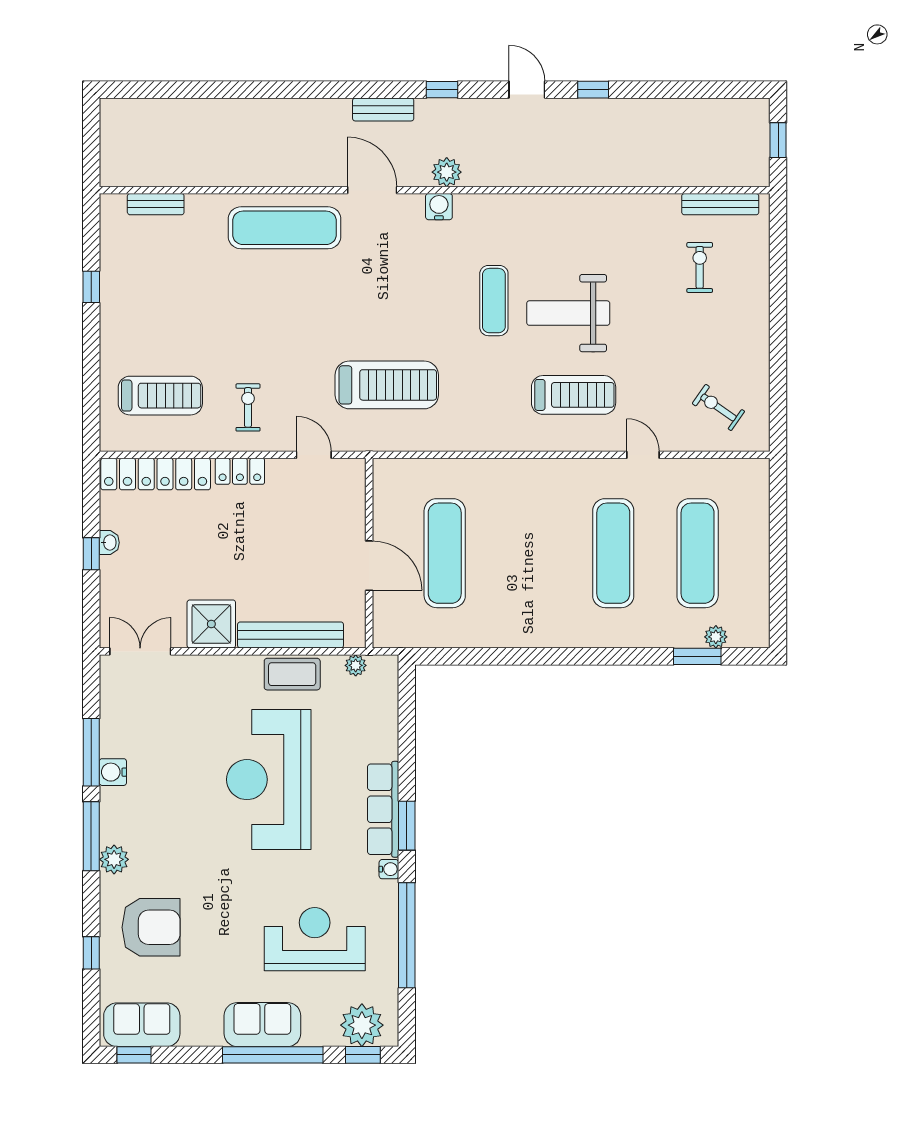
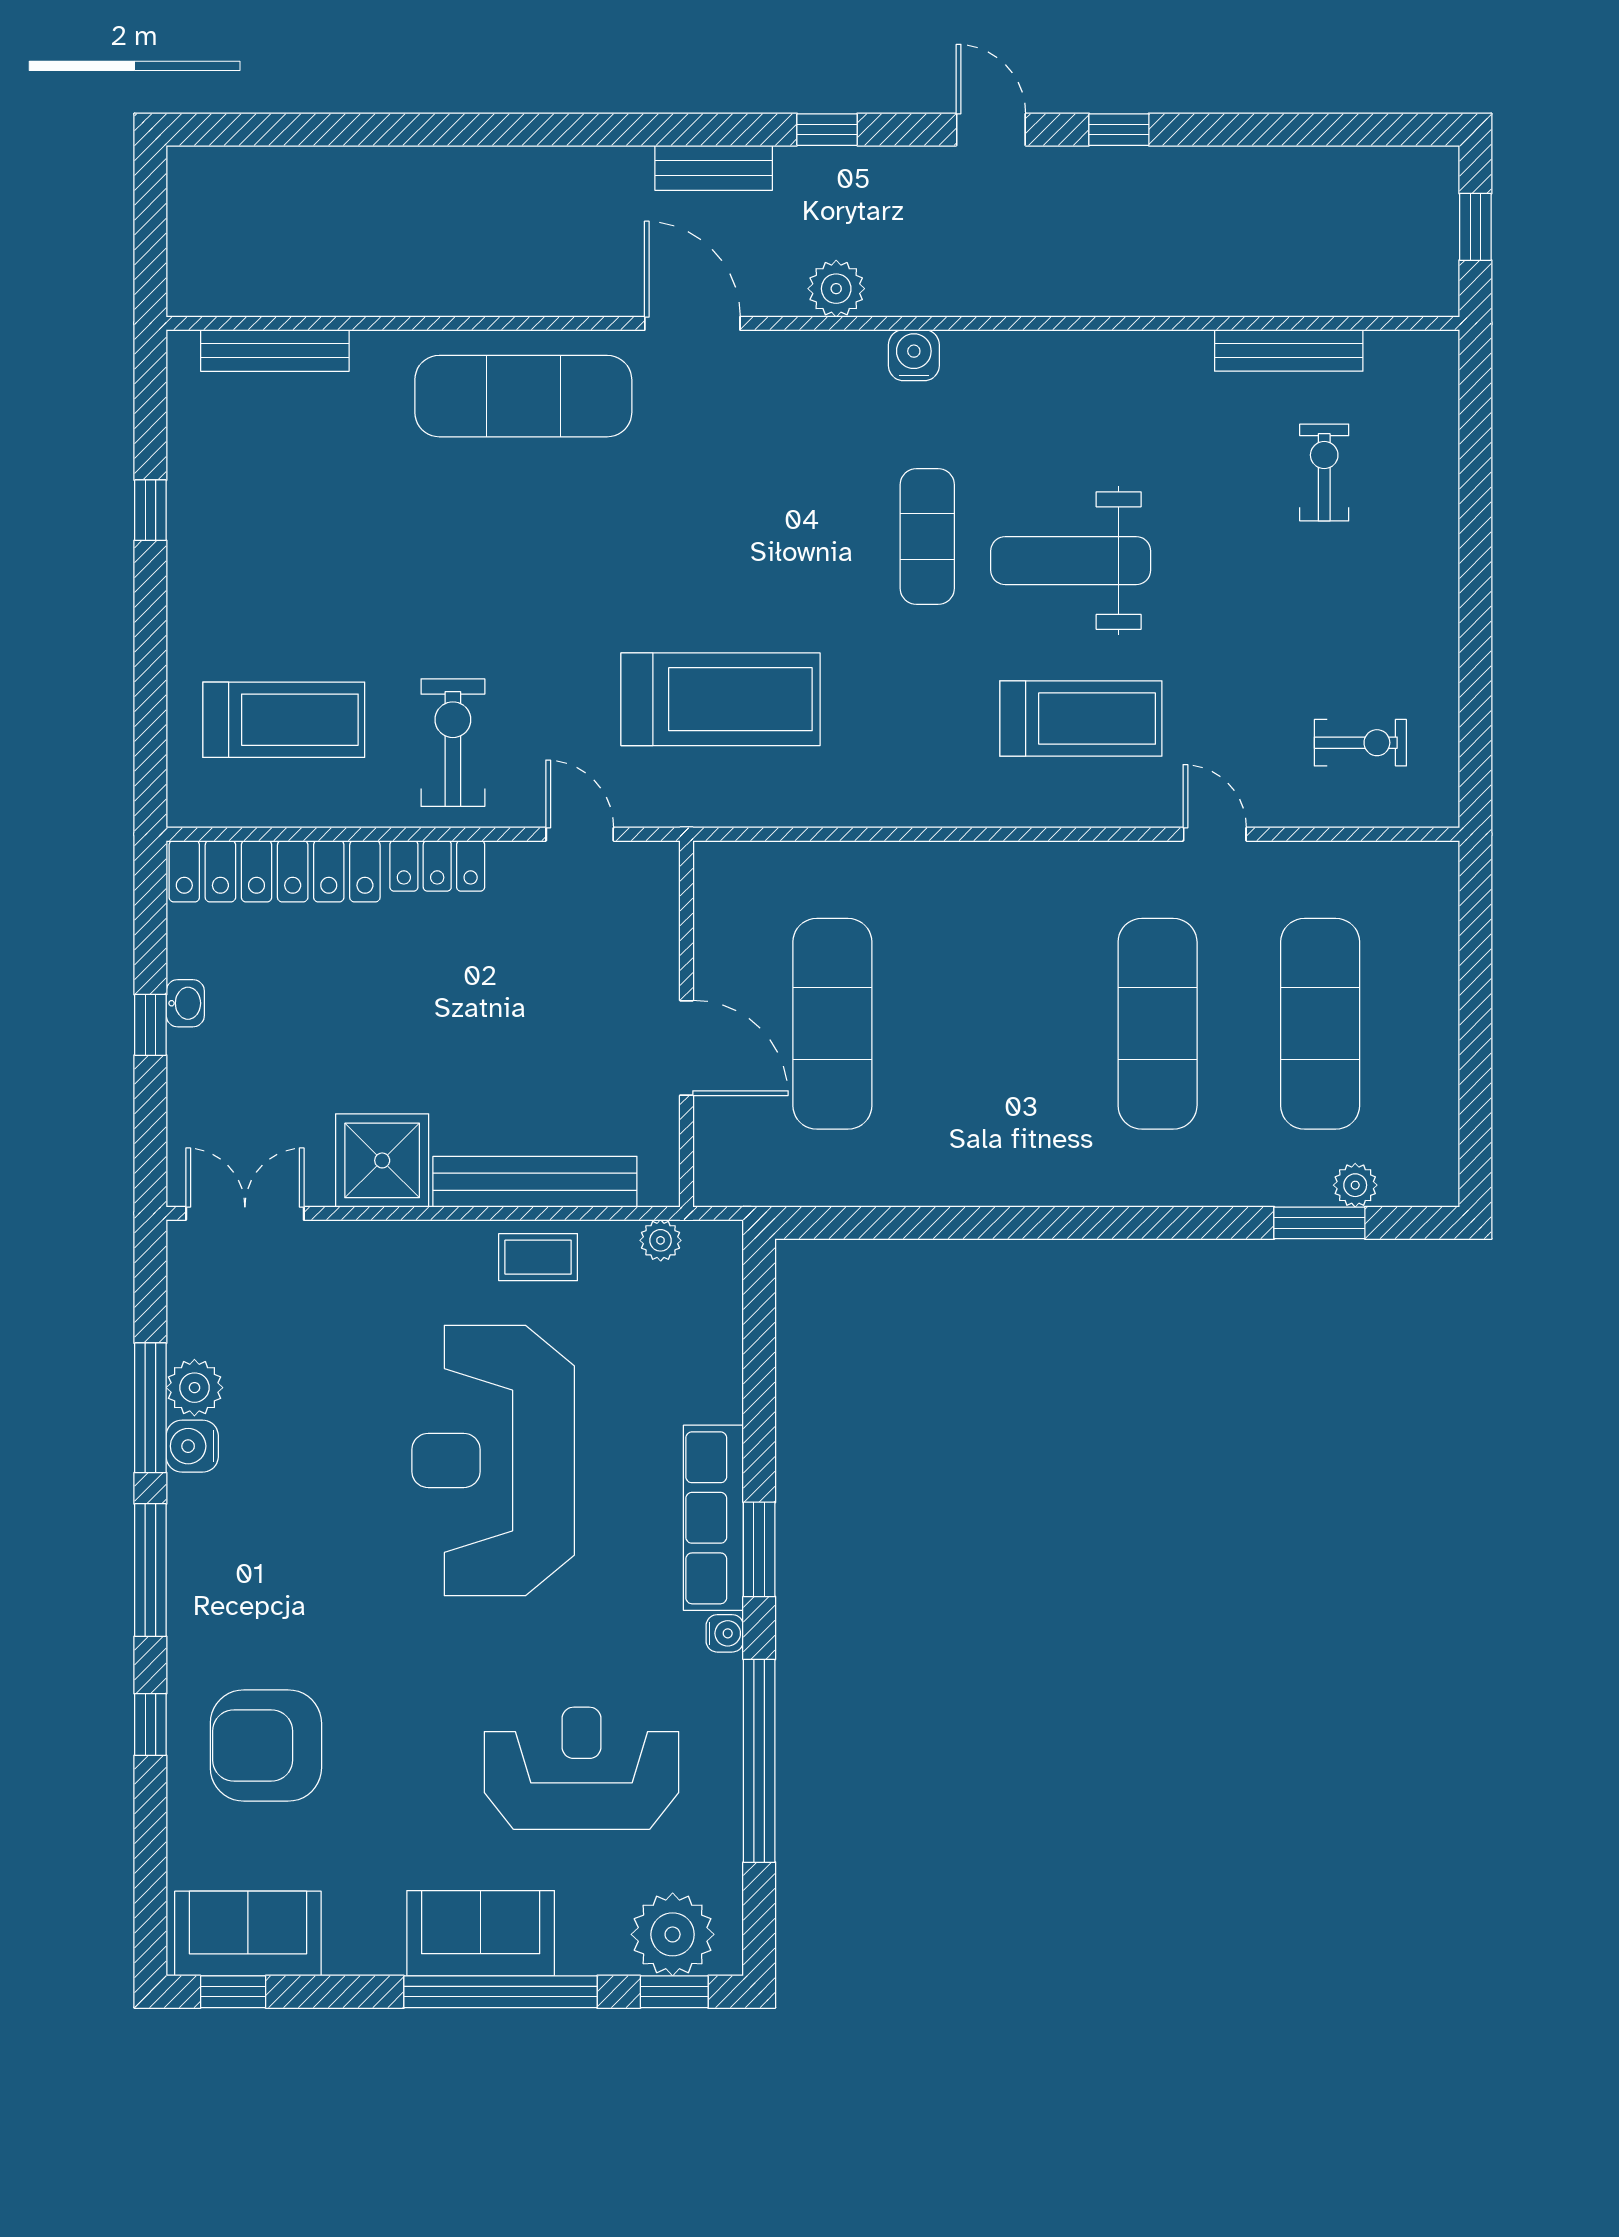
bench: (156, 204) -> (275, 351), width x1.36
bench: (720, 204) -> (1289, 350), moved
water cooler: (439, 207) -> (914, 355), moved
exercise bike: (248, 407) -> (453, 743), width x1.38, depth x1.39
exercise bike: (718, 407) -> (1360, 743), turned 145
coffee table: (292, 674) -> (538, 1257), width x0.73, depth x0.77
plant: (114, 859) -> (194, 1388), moved
armchair: (151, 927) -> (266, 1746), turned 180
window: (91, 953) -> (150, 1725), moved

